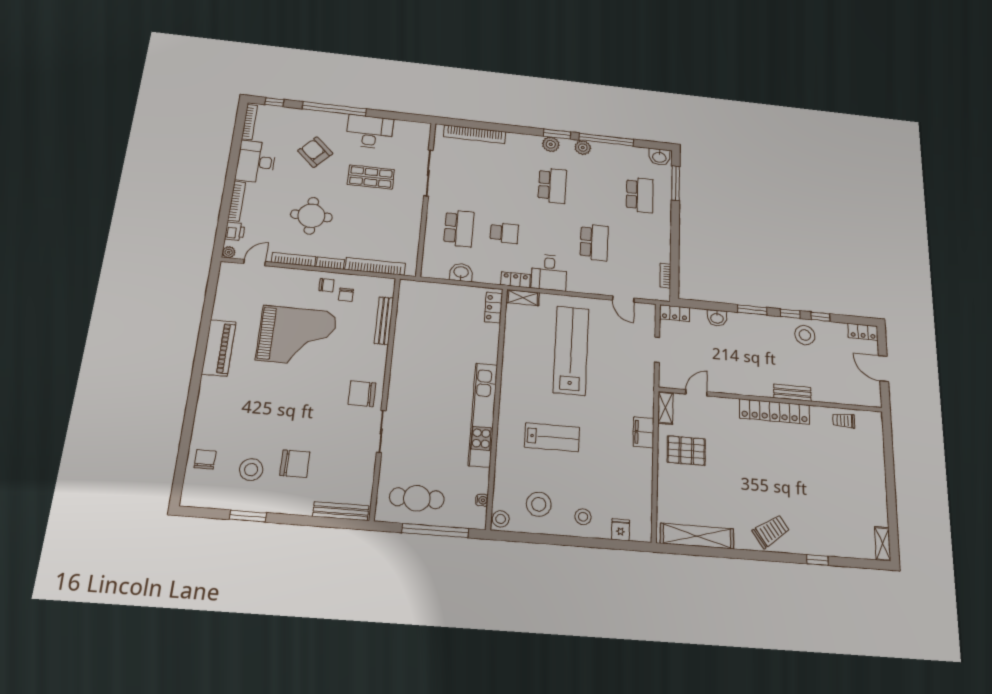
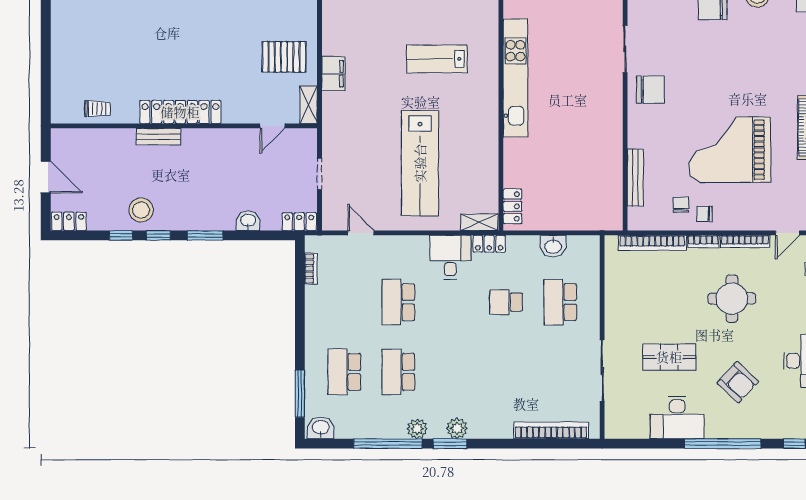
school desk: (552, 185) -> (398, 372), moved

